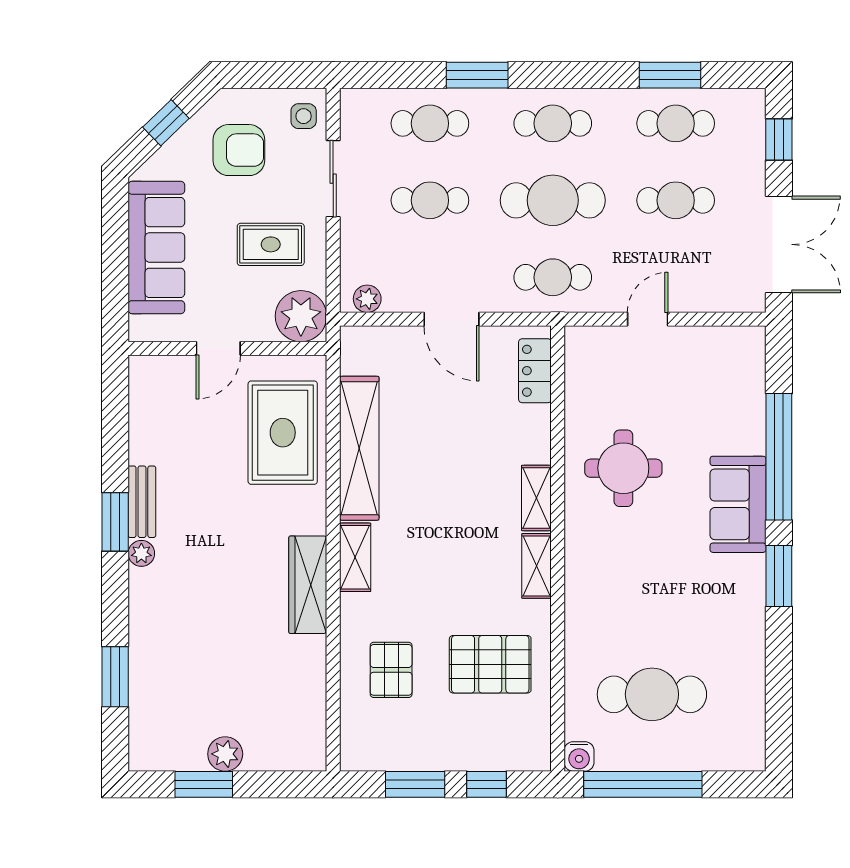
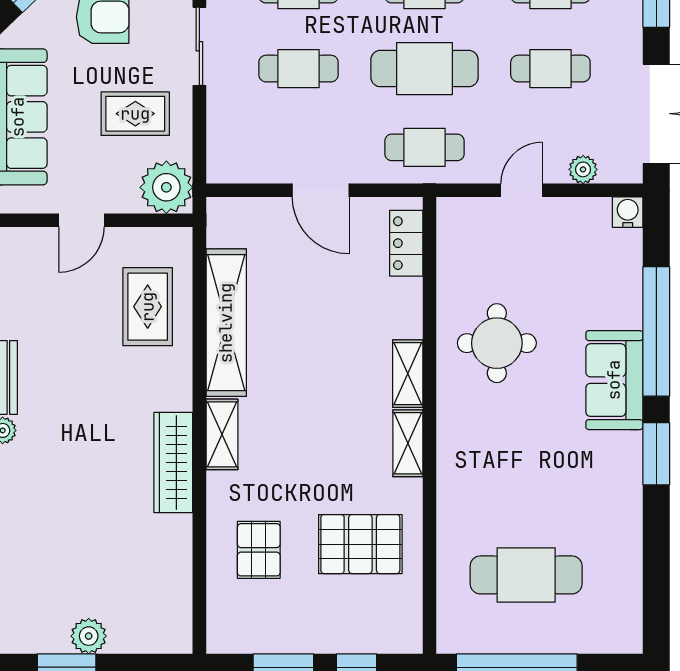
plant: (367, 299) -> (583, 169), moved
rug: (283, 433) -> (148, 307), width x0.73, depth x0.70
water cooler: (579, 756) -> (628, 212), moved, turned 180

